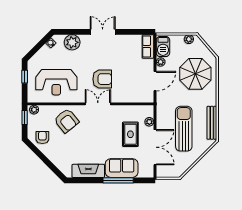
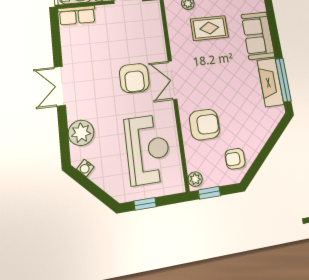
armchair: (102, 79) -> (134, 78), turned 180
armchair: (67, 121) -> (204, 125), turned 39
window: (118, 180) -> (283, 80), moved

